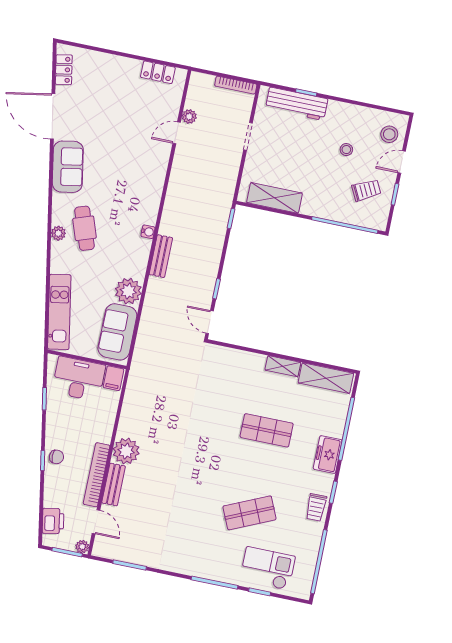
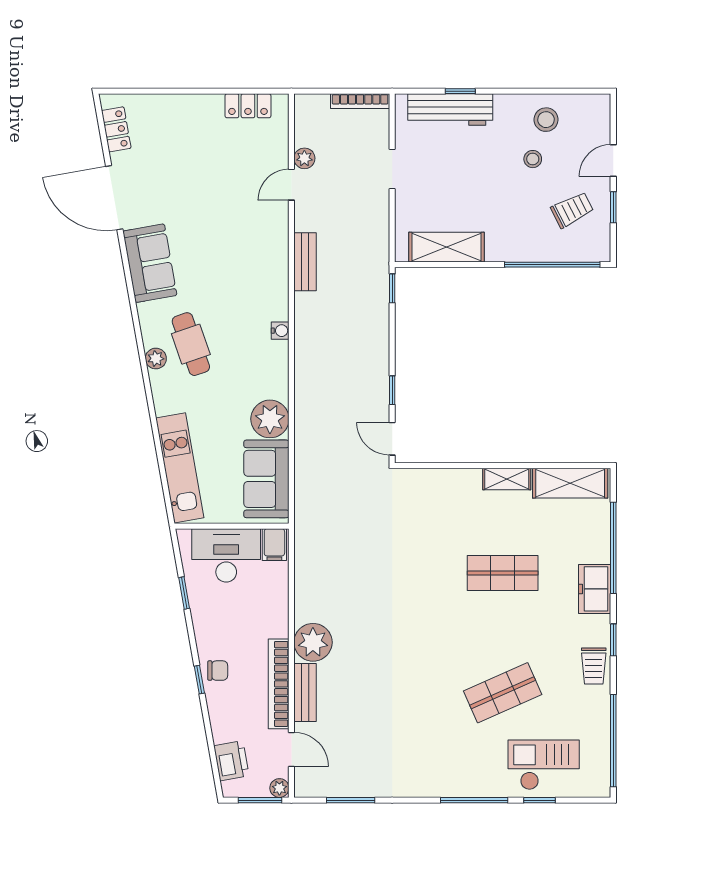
stool: (389, 134) -> (546, 120), moved
bench: (161, 256) -> (305, 262), moved

